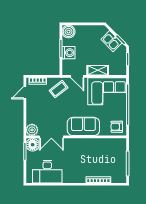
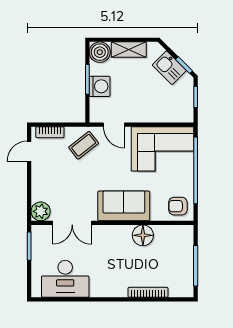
shelving: (98, 70) -> (129, 50), moved
floor lamp: (33, 145) -> (143, 235), moved

